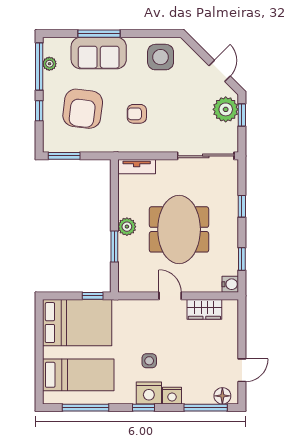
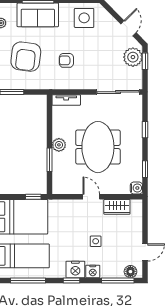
side table: (149, 361) -> (96, 241), moved

